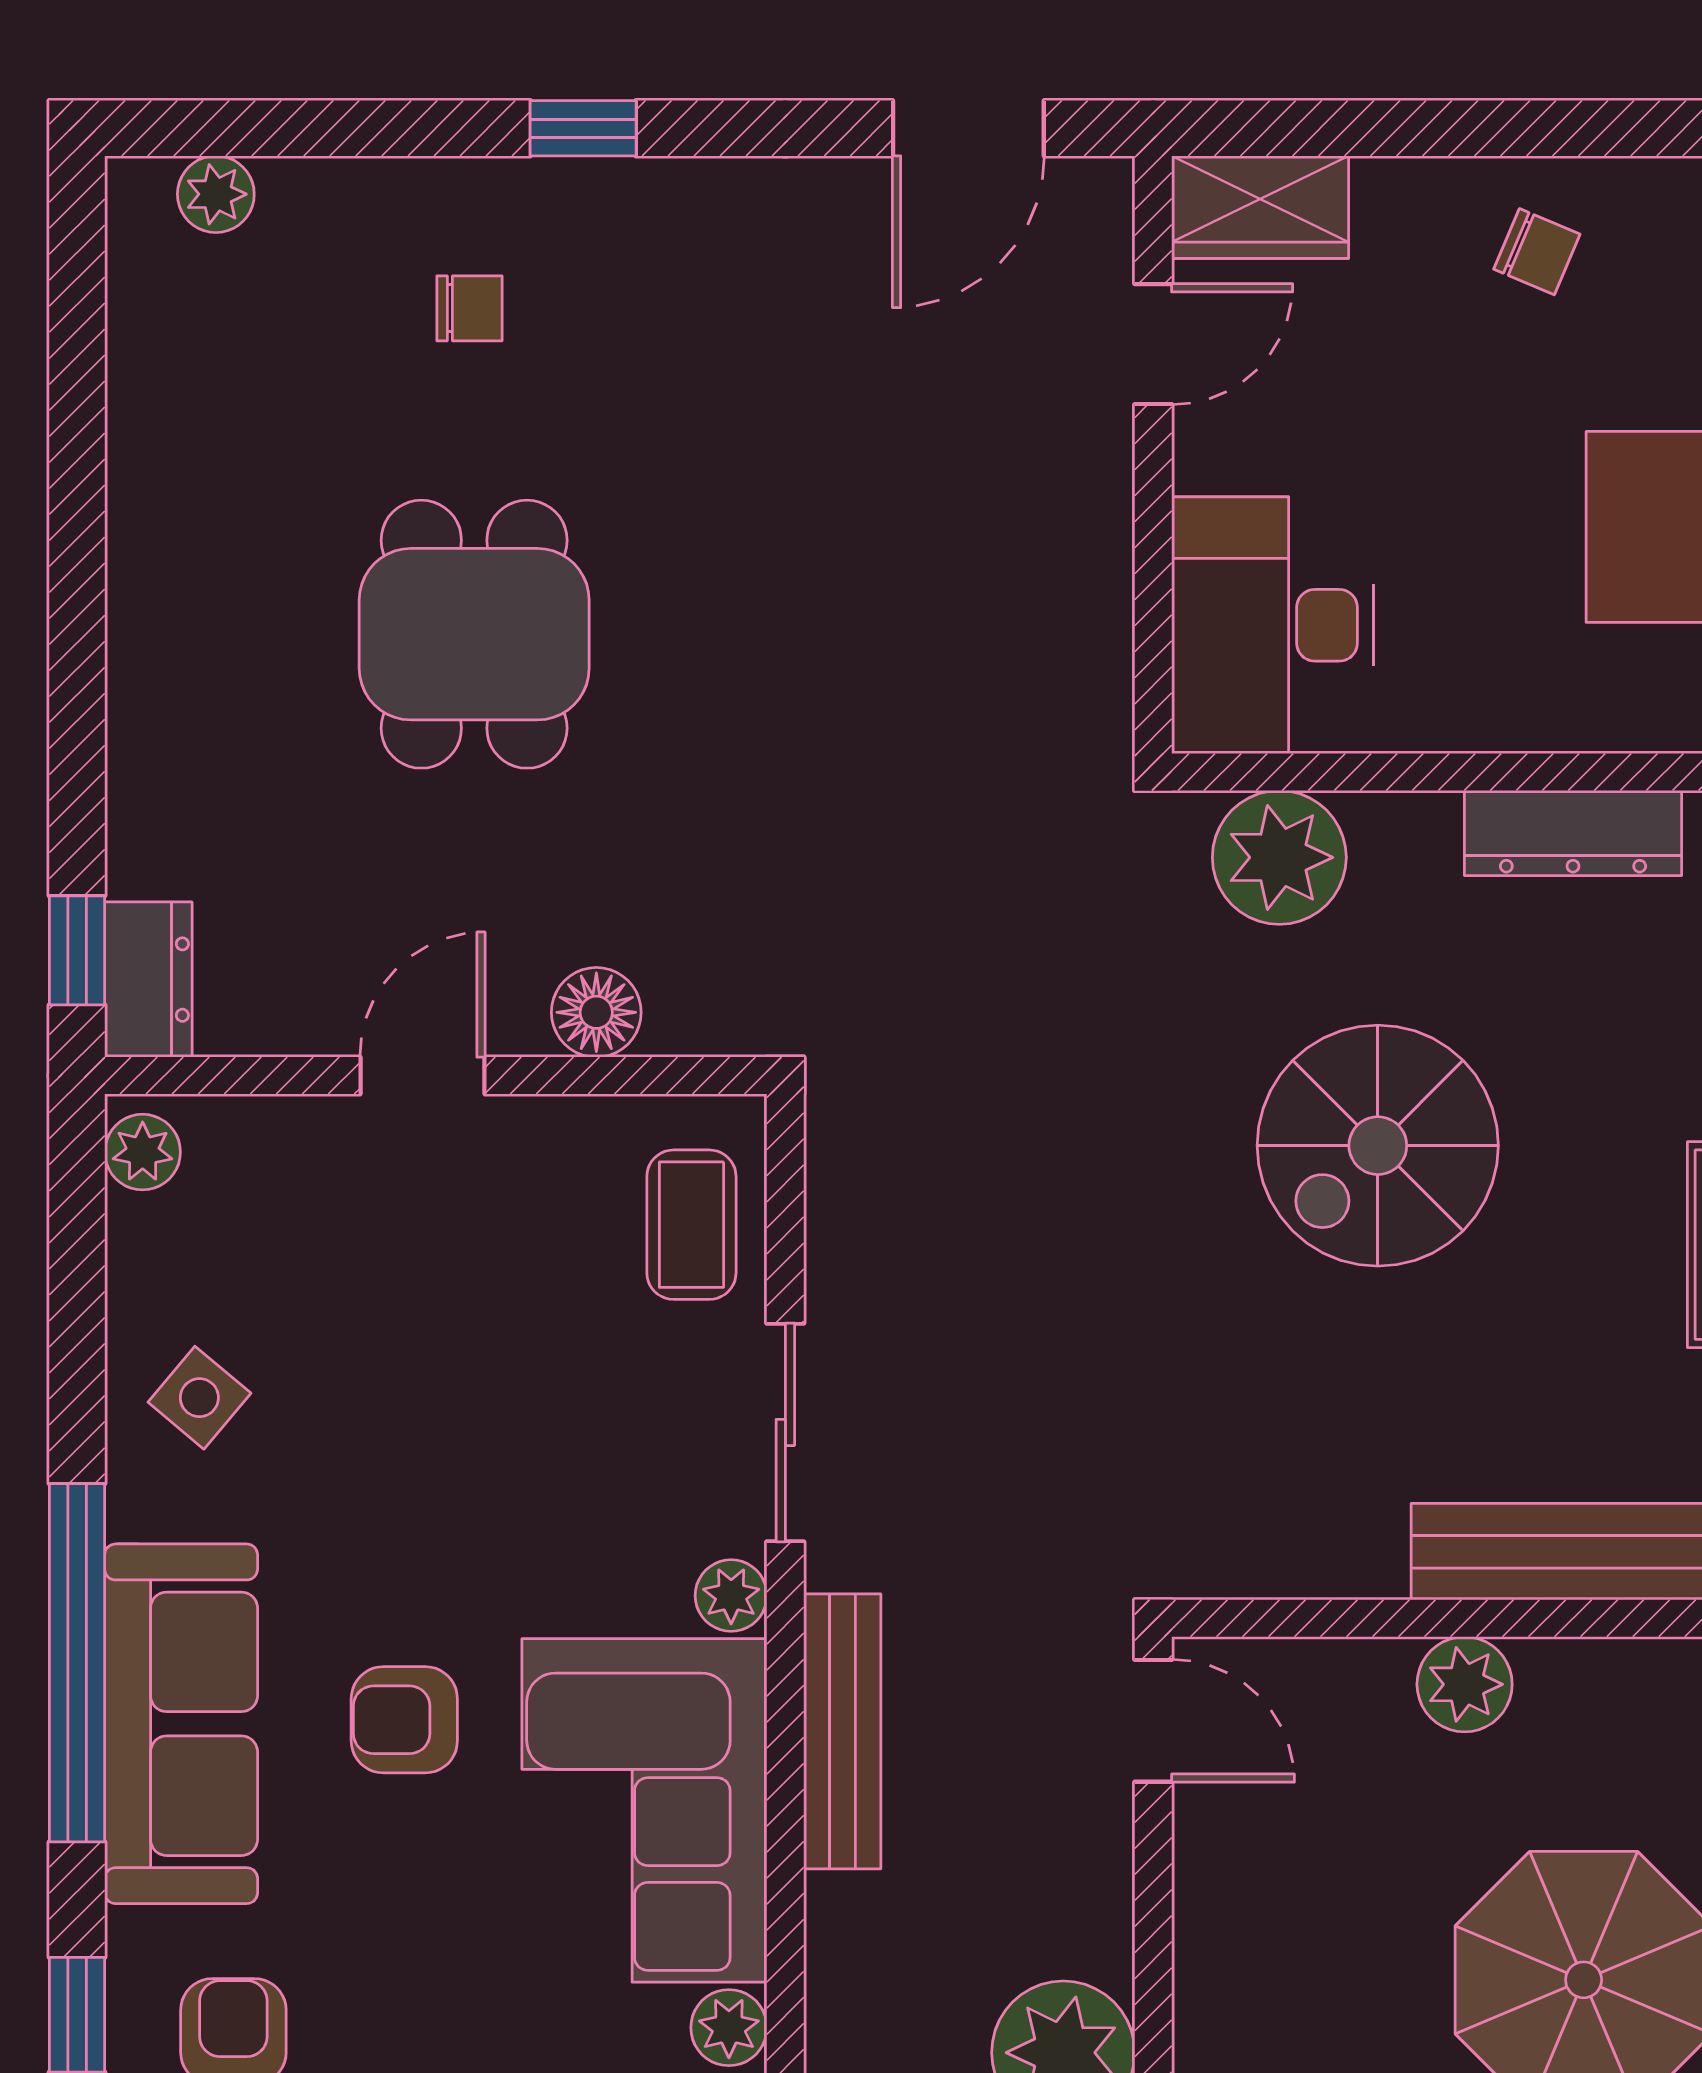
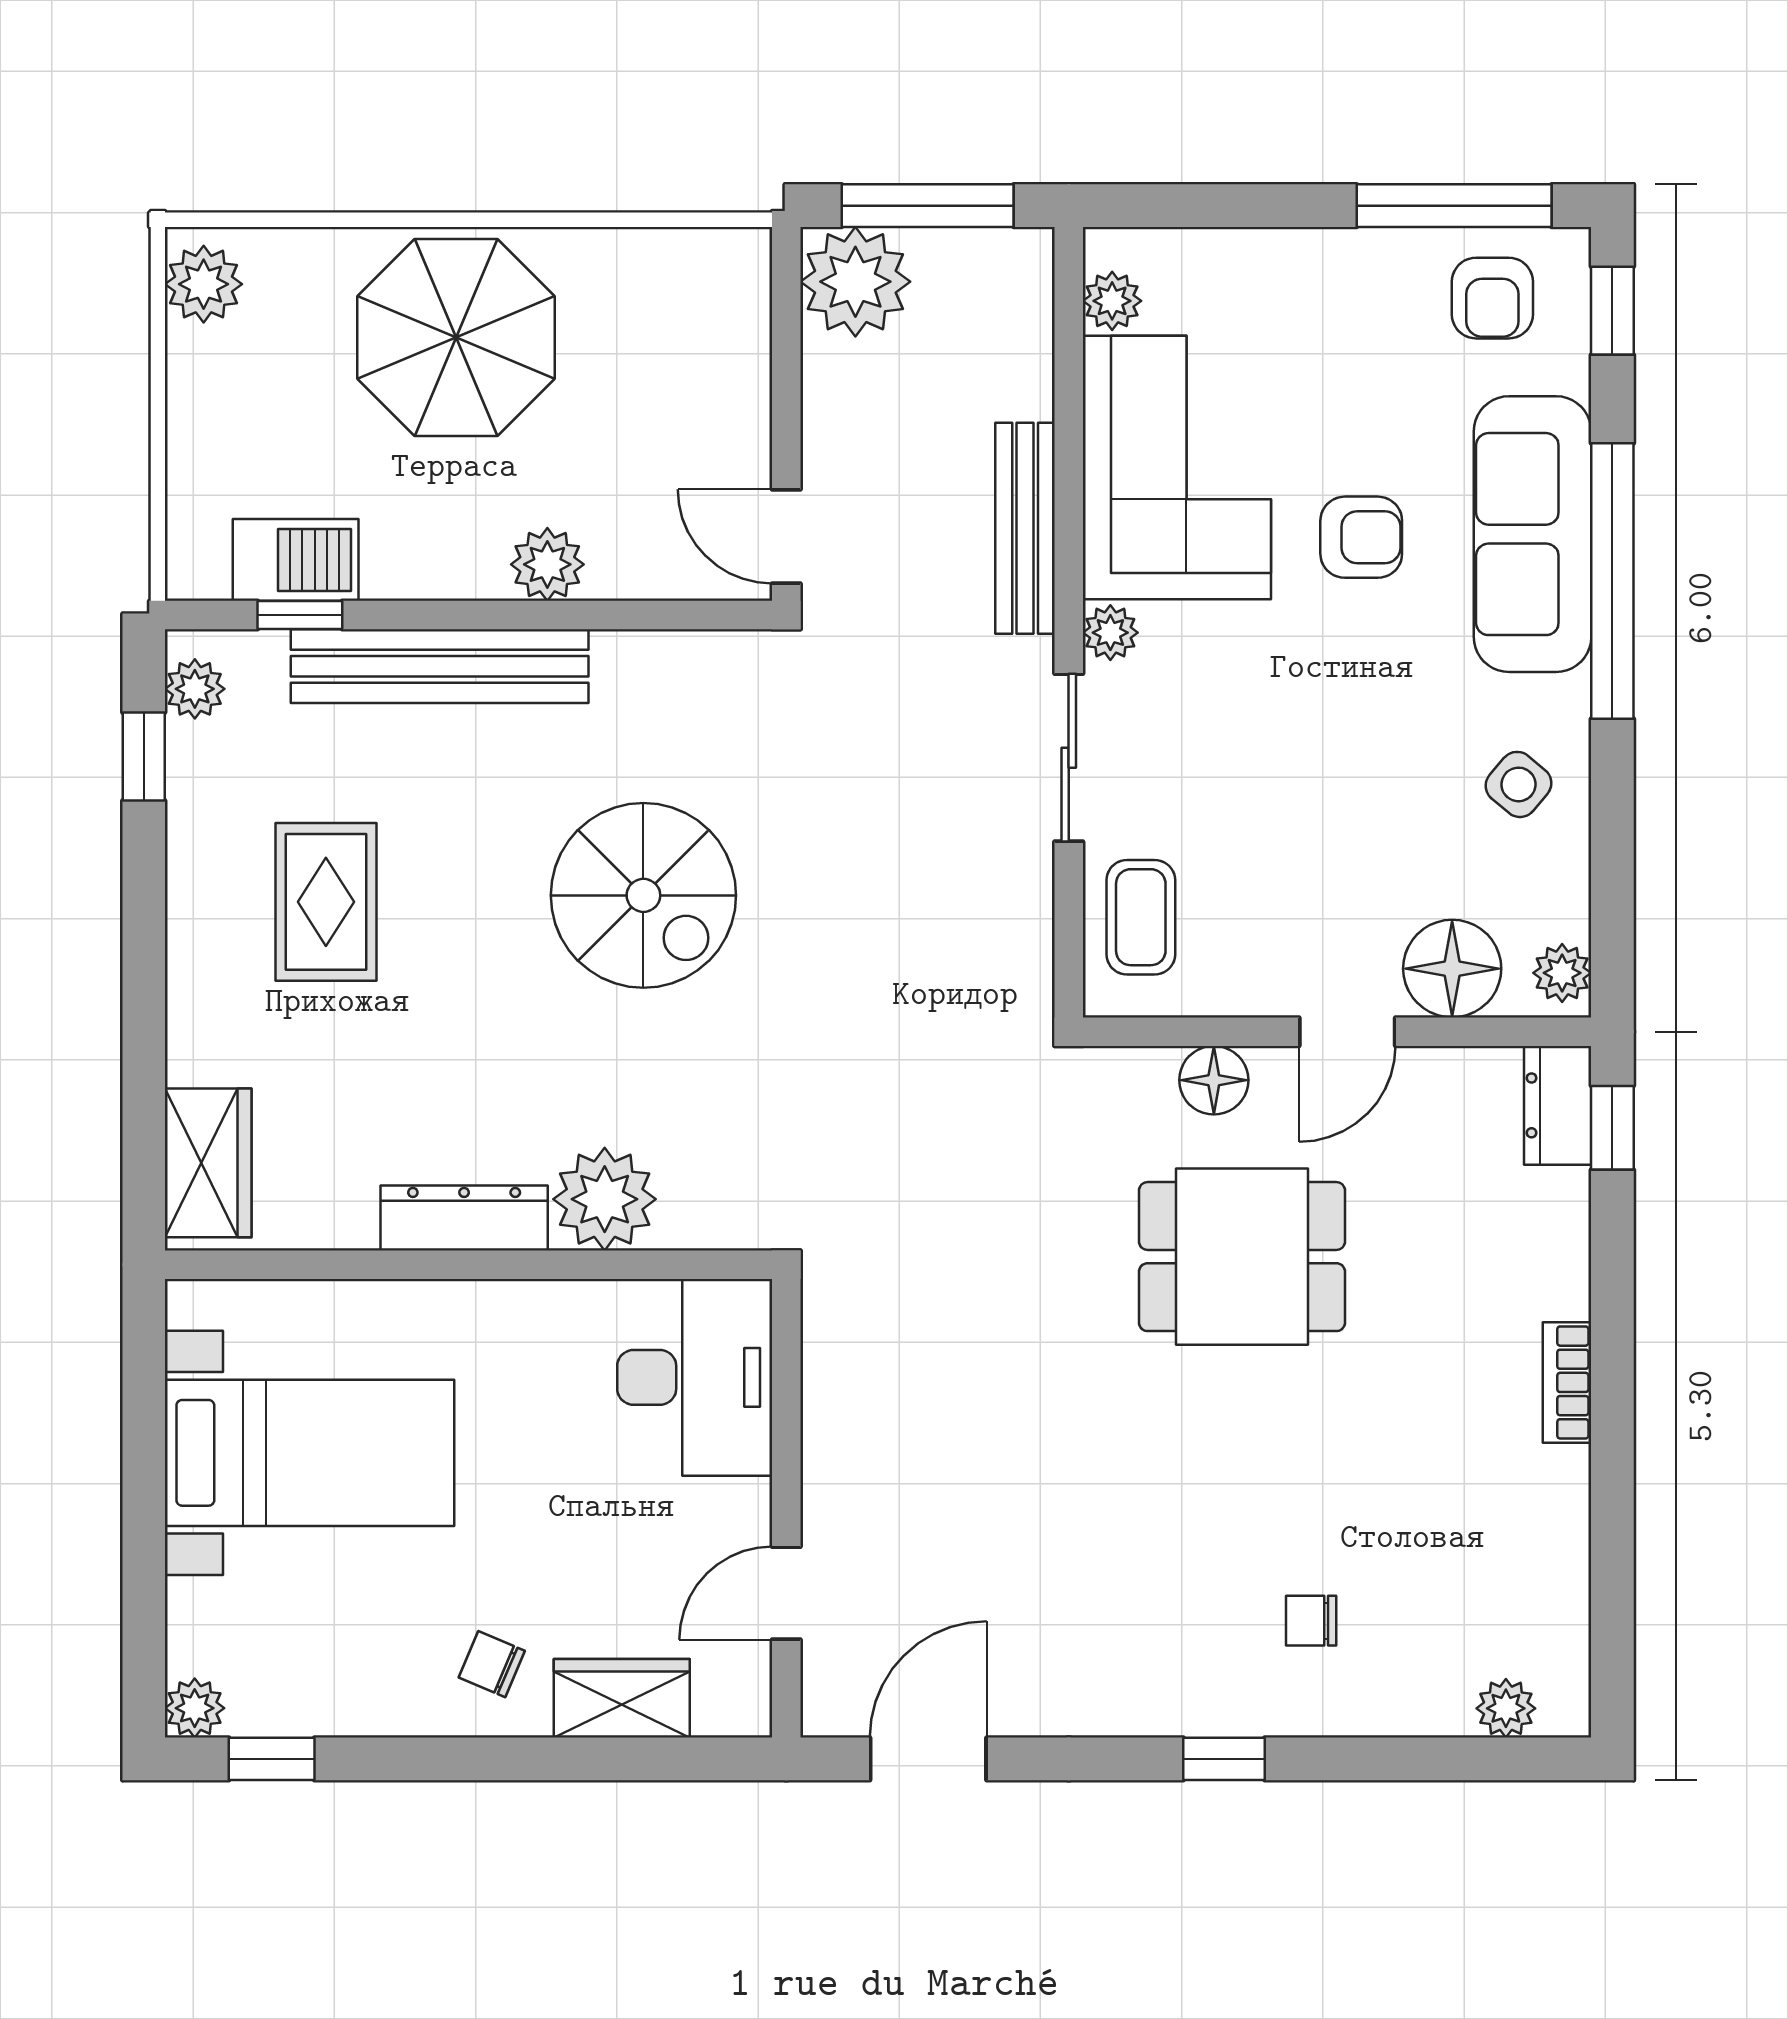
wardrobe: (1260, 207) -> (622, 1698), moved
bookcase: (136, 619) -> (1567, 1382), added
dining table: (474, 634) -> (1242, 1257), moved, turned 90
plant: (1279, 857) -> (605, 1199), moved
spiral stairs: (1378, 1146) -> (643, 895), moved, turned 90
floor lamp: (286, 1158) -> (1452, 969), added

